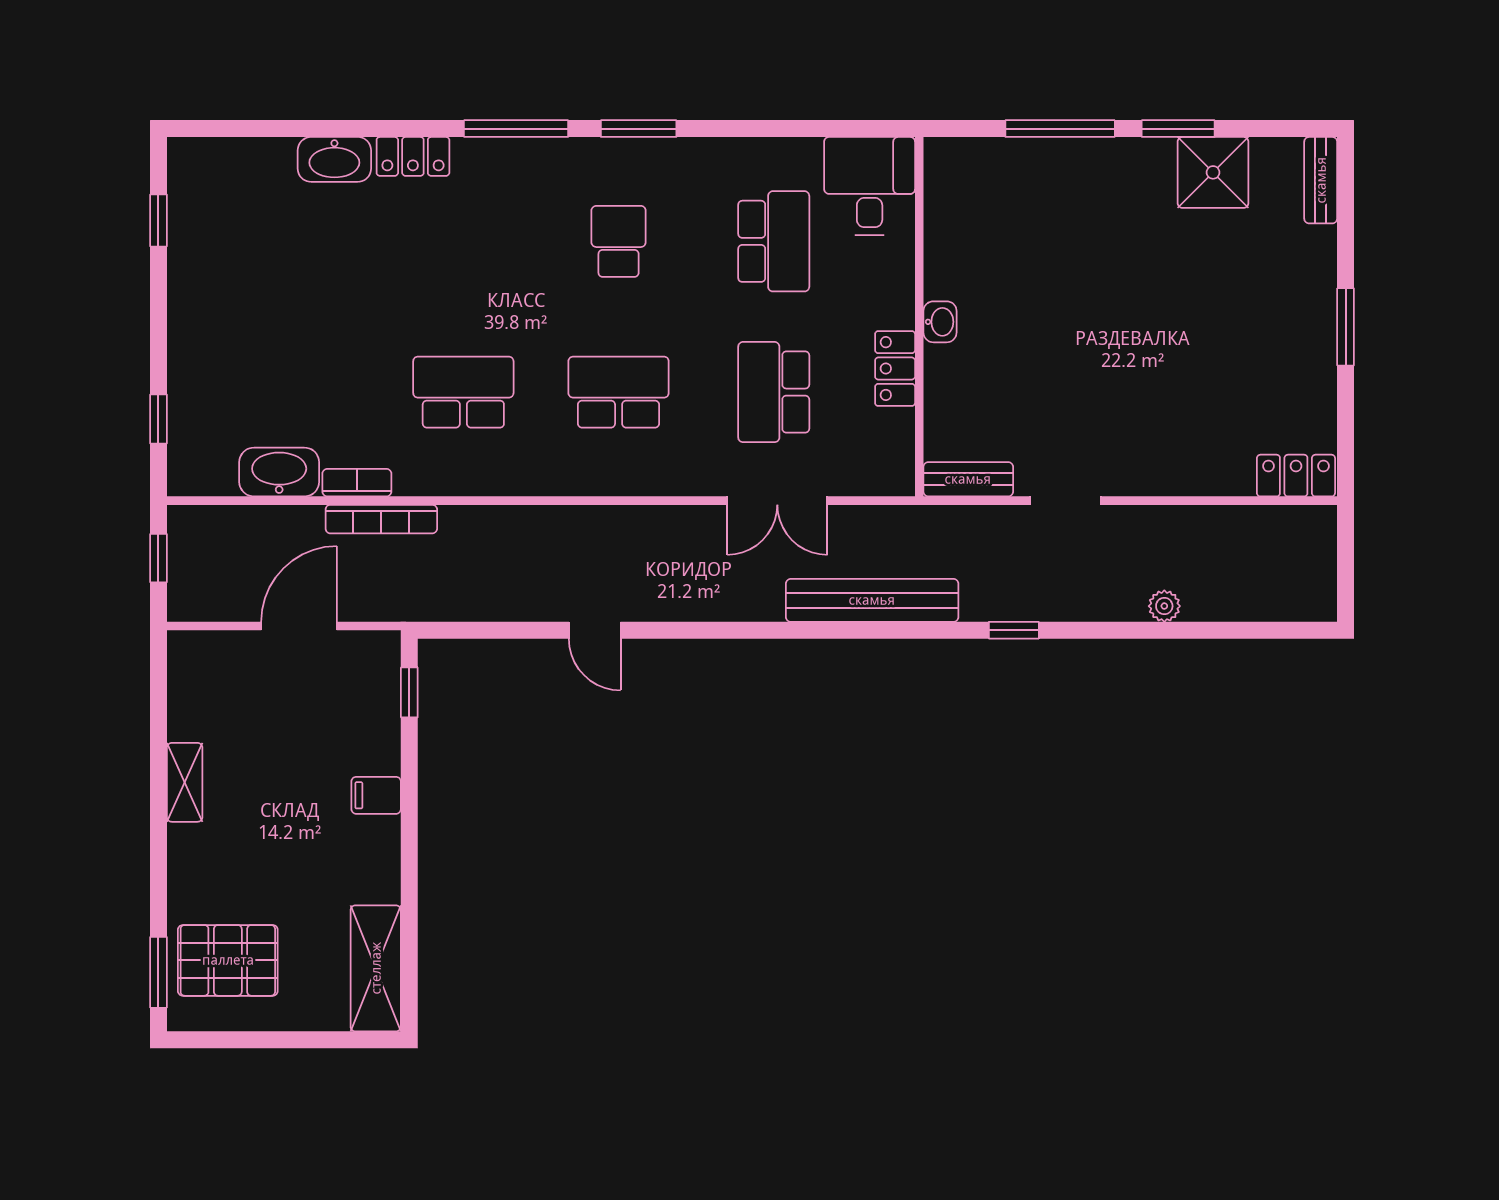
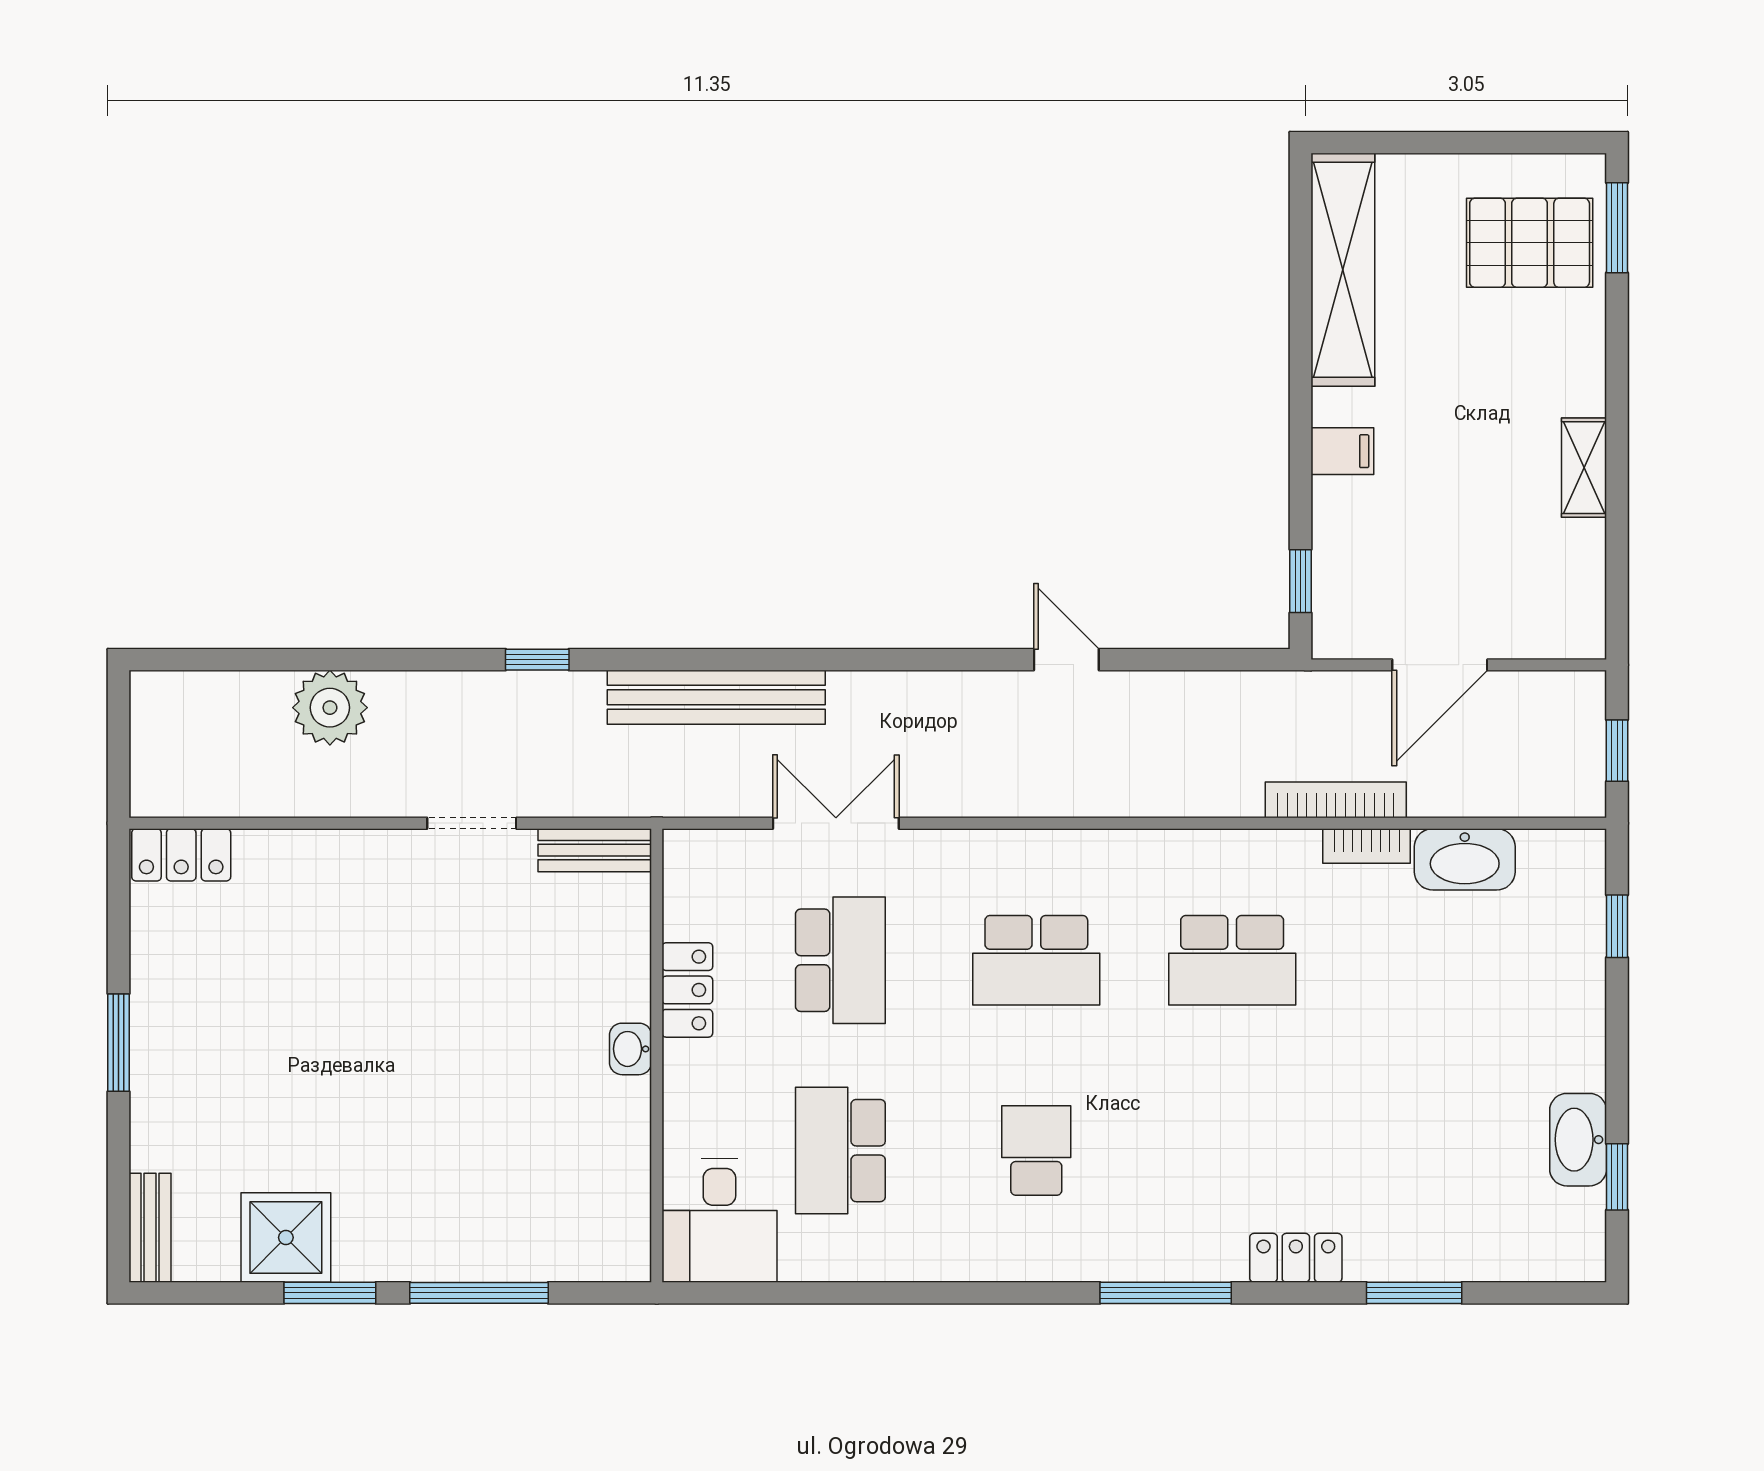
window: (639, 129) -> (1414, 1293), moved
washbasin: (334, 159) -> (1578, 1140), moved, turned -90
school desk: (619, 241) -> (1036, 1151), turned 180
plant: (1164, 606) -> (330, 708), width x1.88, depth x1.88
shelving: (376, 968) -> (1343, 270), width x1.47

